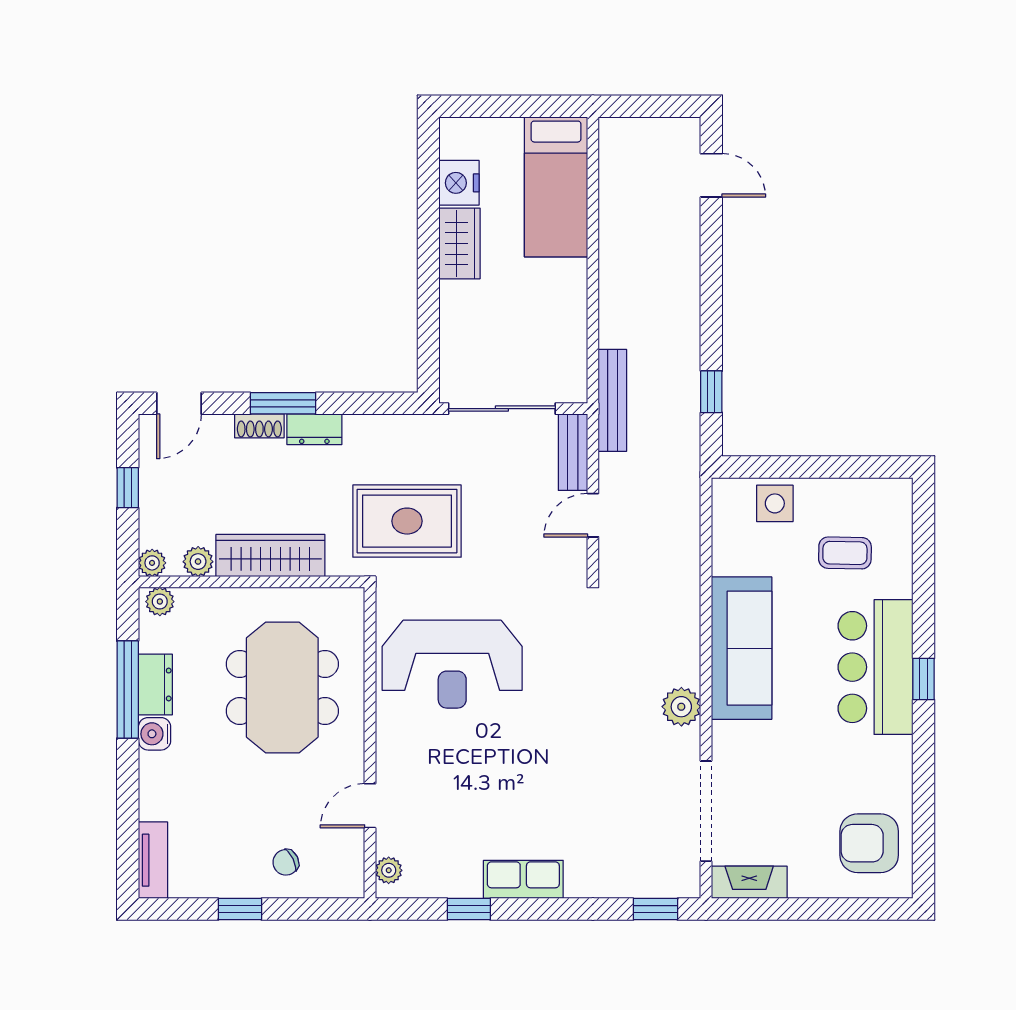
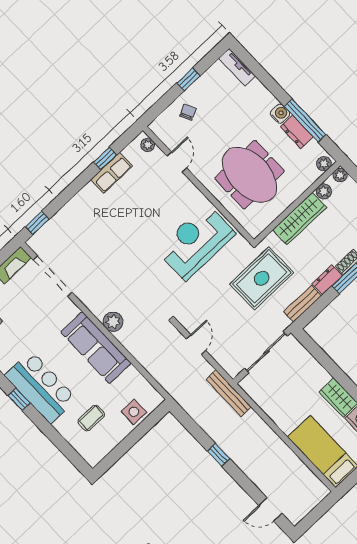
window: (711, 392) -> (219, 455), moved
bench: (573, 452) -> (302, 304), moved, turned 90
plant: (681, 707) -> (113, 322), moved
row of seats: (523, 879) -> (112, 173), moved

